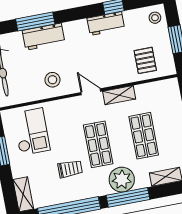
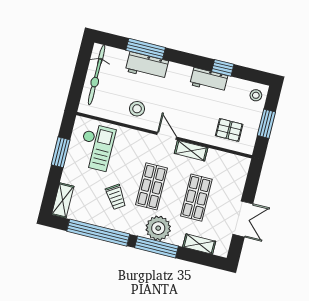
pallet: (145, 60) -> (229, 130), turned 90
trolley: (70, 169) -> (116, 197), turned 57

